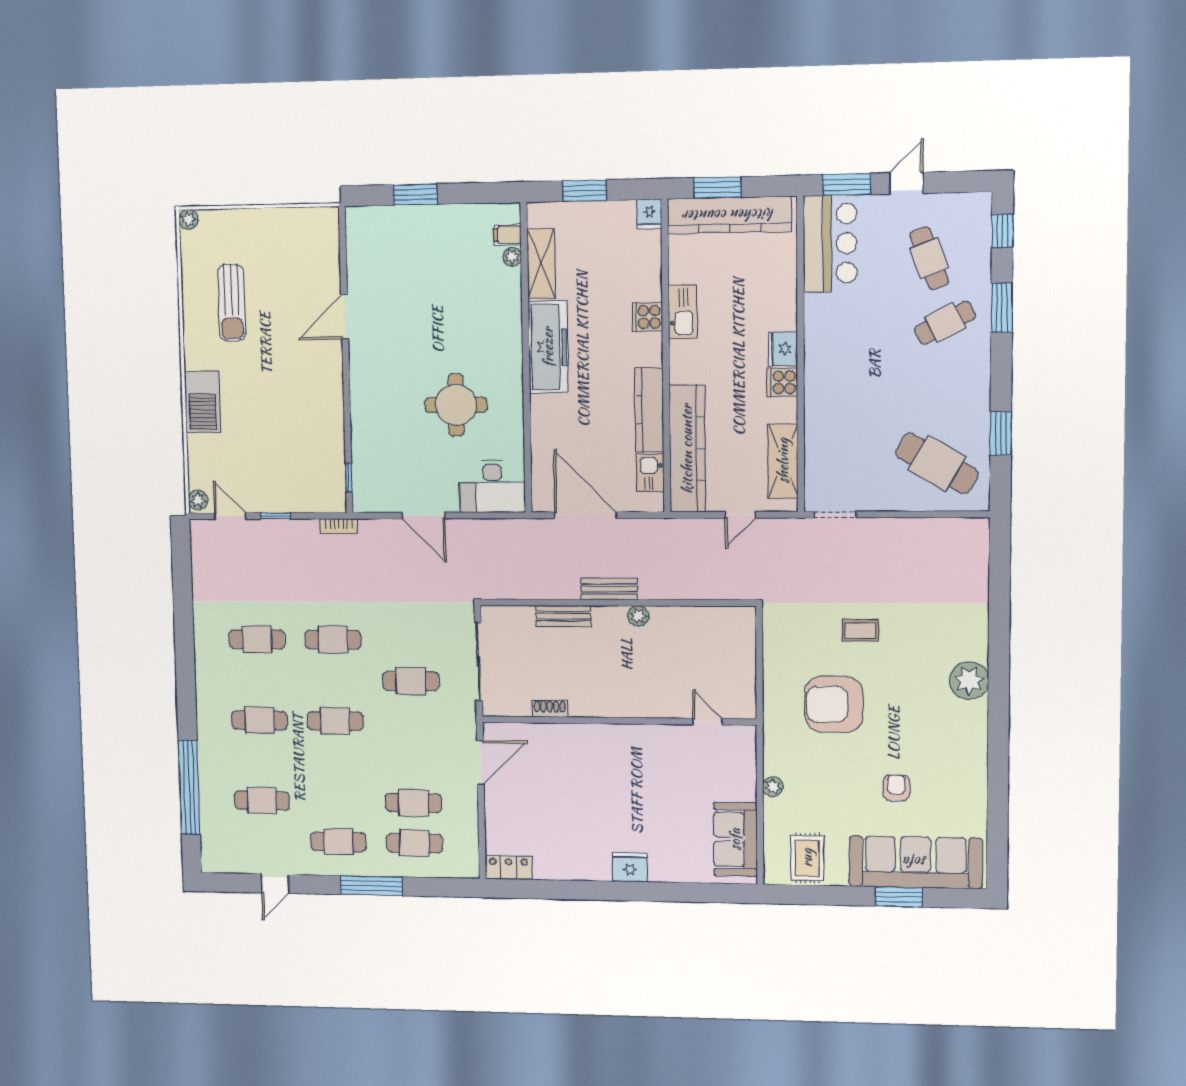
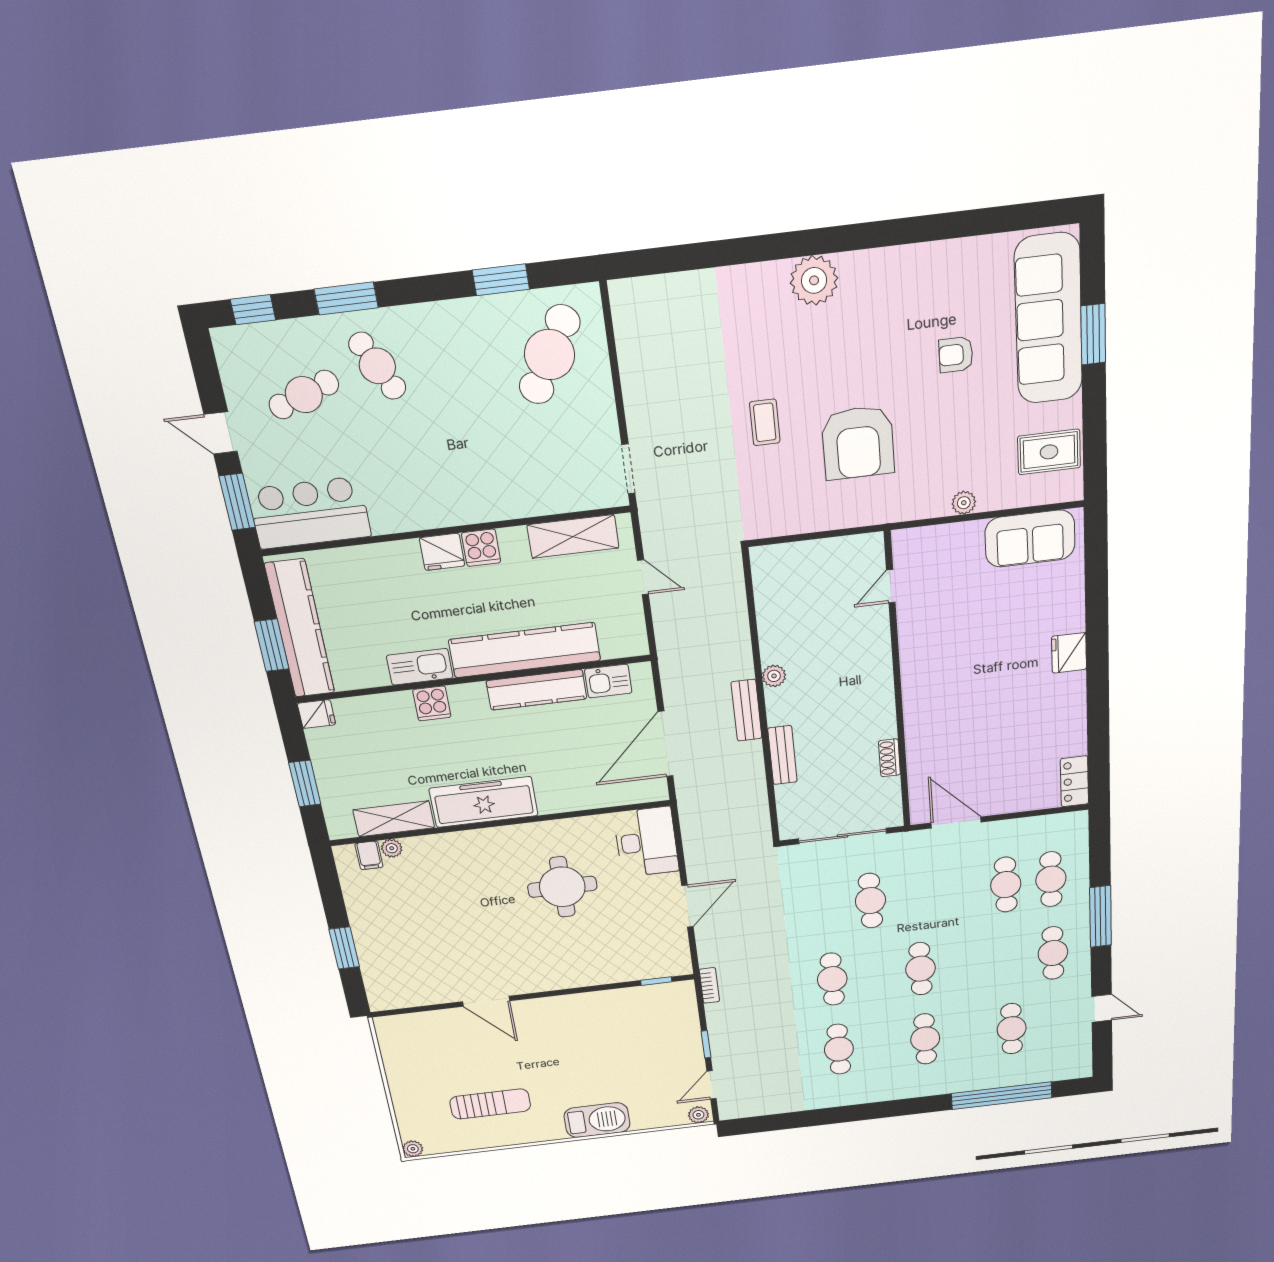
kitchen counter: (687, 449) -> (525, 650), moved

